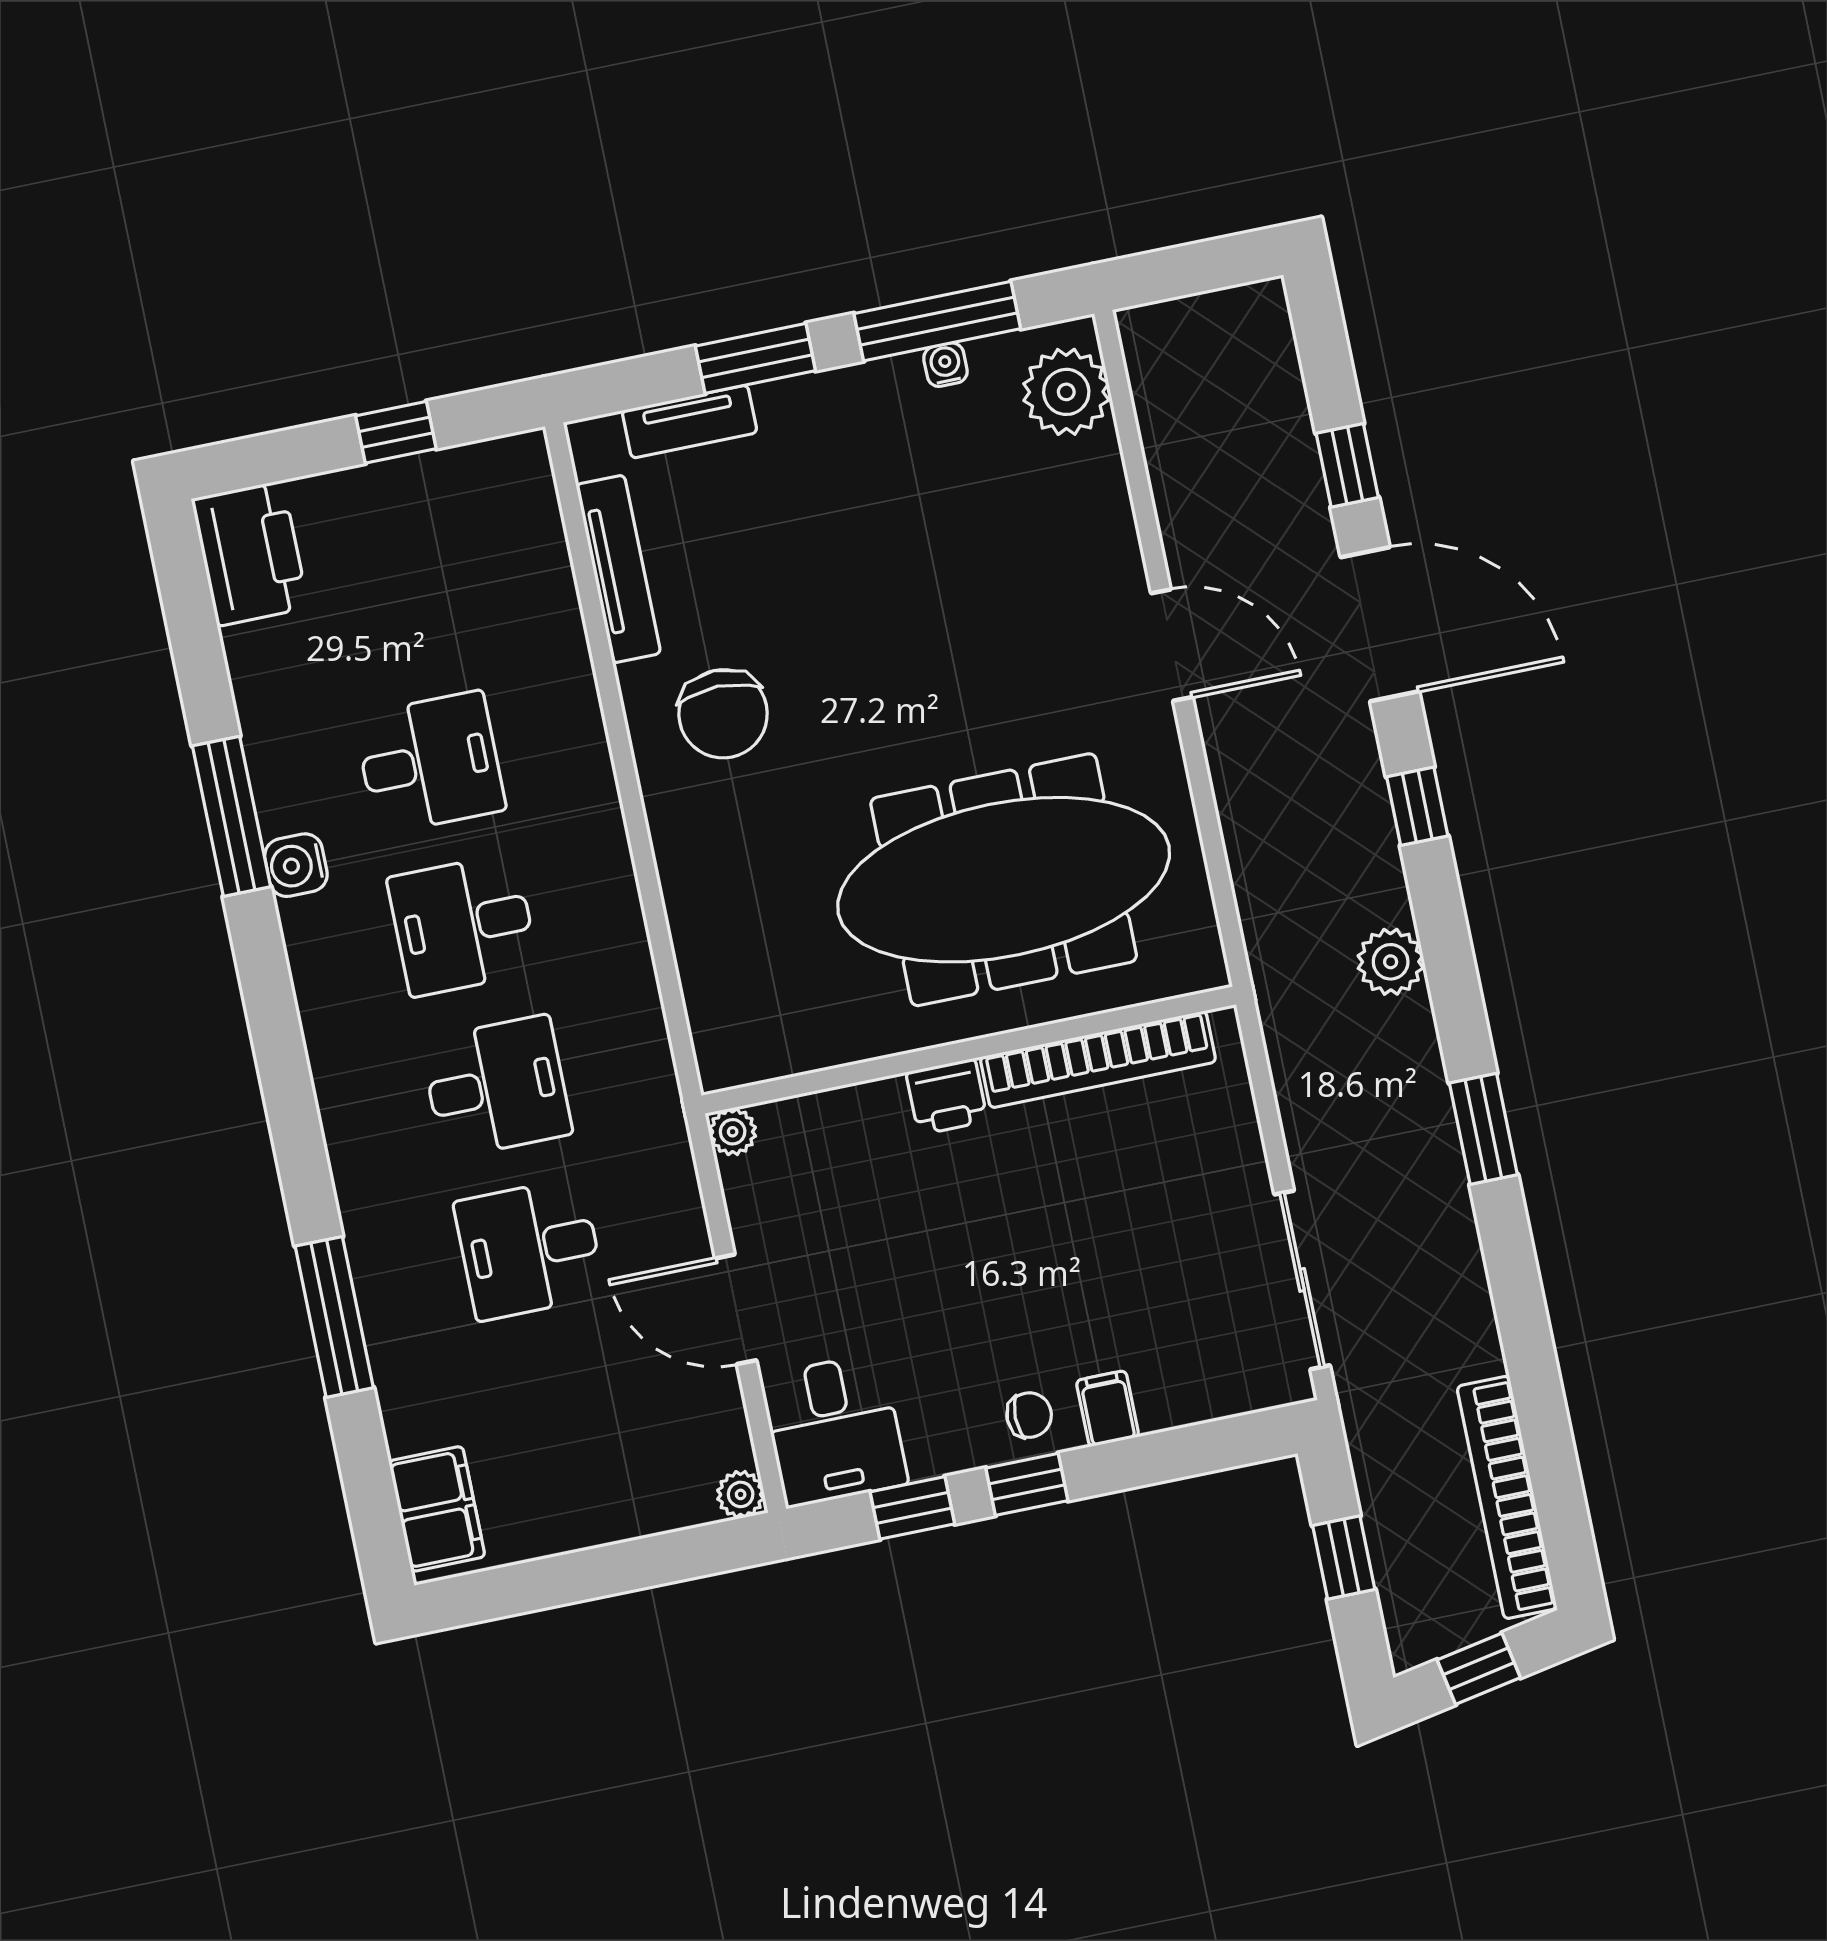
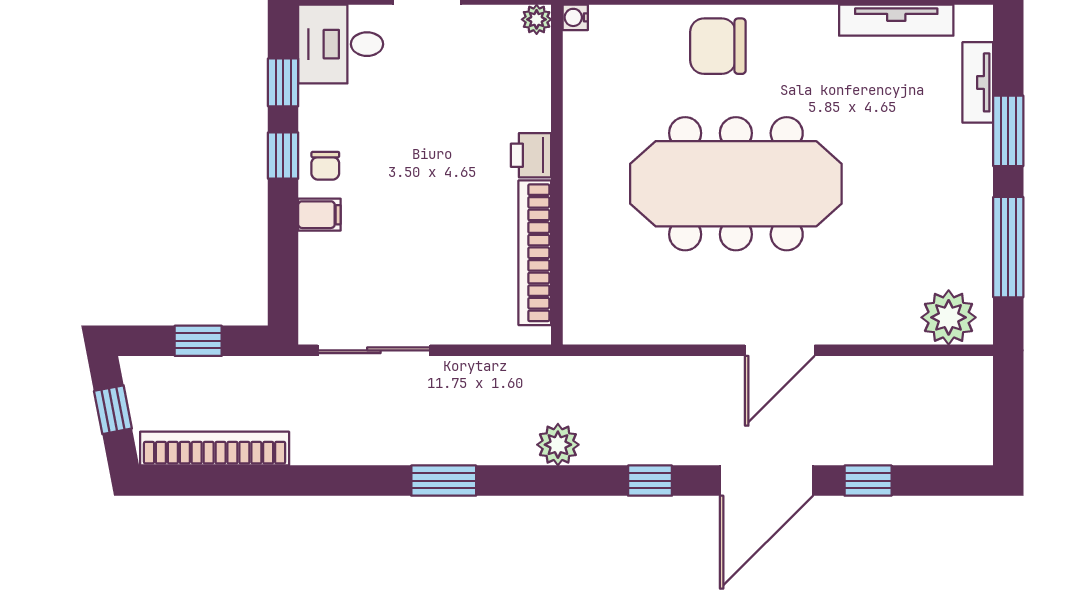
water cooler: (945, 365) -> (575, 17), moved, turned 180
chair: (723, 714) -> (718, 46), moved
meeting table: (1004, 880) -> (736, 184), moved, turned 90

